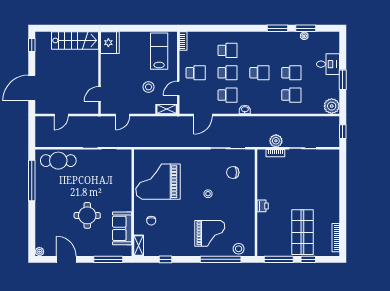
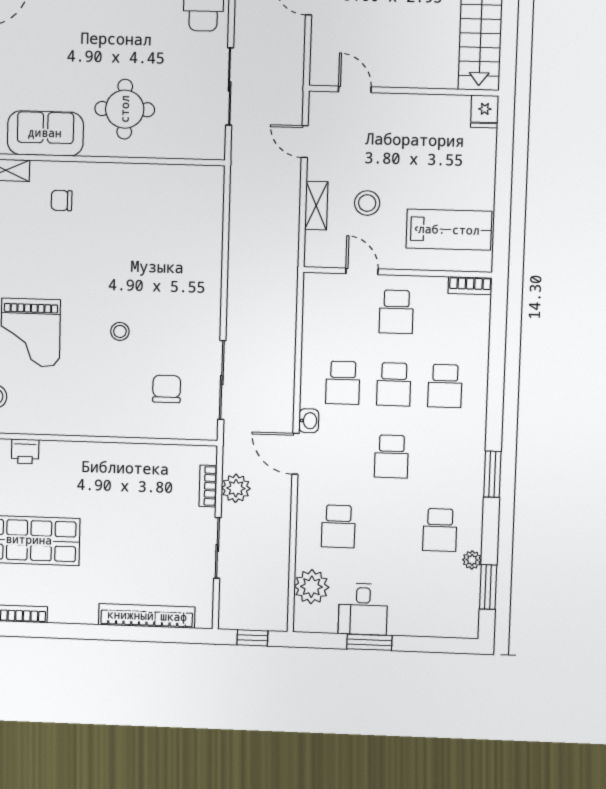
window: (278, 28) -> (492, 474), moved
window: (306, 28) -> (488, 587), moved
fridge: (110, 43) -> (485, 112), width x0.53, depth x0.75
desk: (328, 64) -> (363, 609), moved
school desk: (291, 73) -> (440, 530), moved
plant: (332, 106) -> (312, 587), moved
shelving: (167, 109) -> (316, 206), moved
door: (203, 115) -> (295, 454), moved
bookcase: (335, 179) -> (147, 616), added
grand piano: (158, 182) -> (150, 219), removed
printer: (263, 206) -> (25, 451), moved
round table: (87, 215) -> (125, 109), moved

